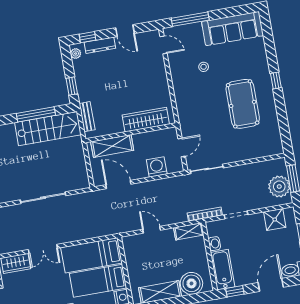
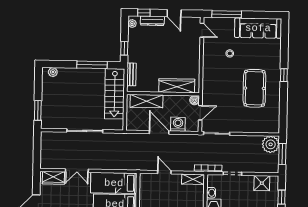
stairs: (48, 129) -> (115, 94), moved, turned 90
boiler: (171, 133) -> (195, 100), added
door: (118, 185) -> (159, 132), moved
plant: (279, 187) -> (271, 144), moved

